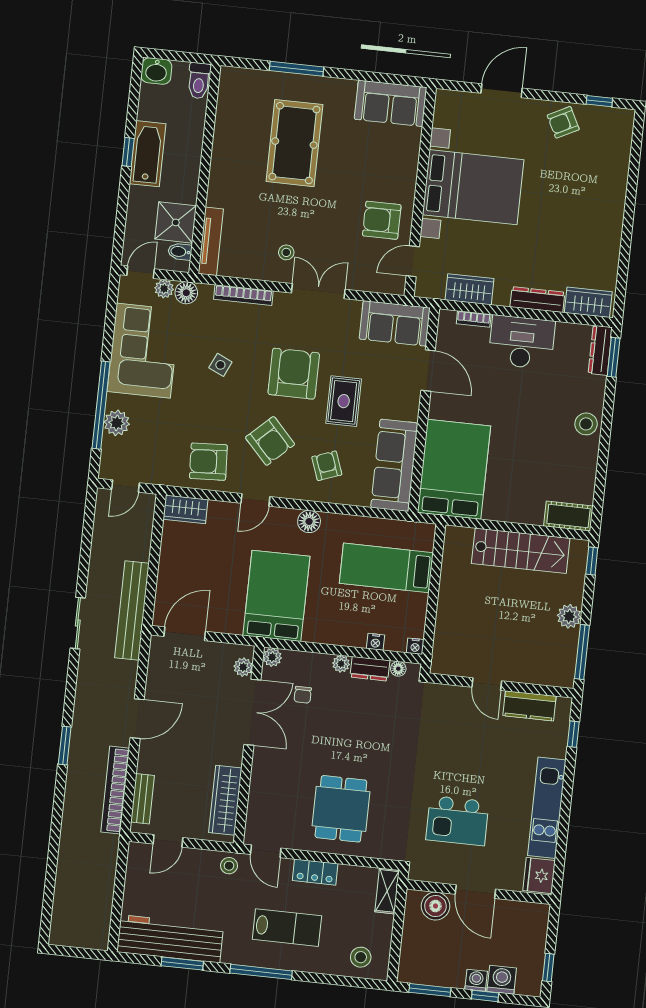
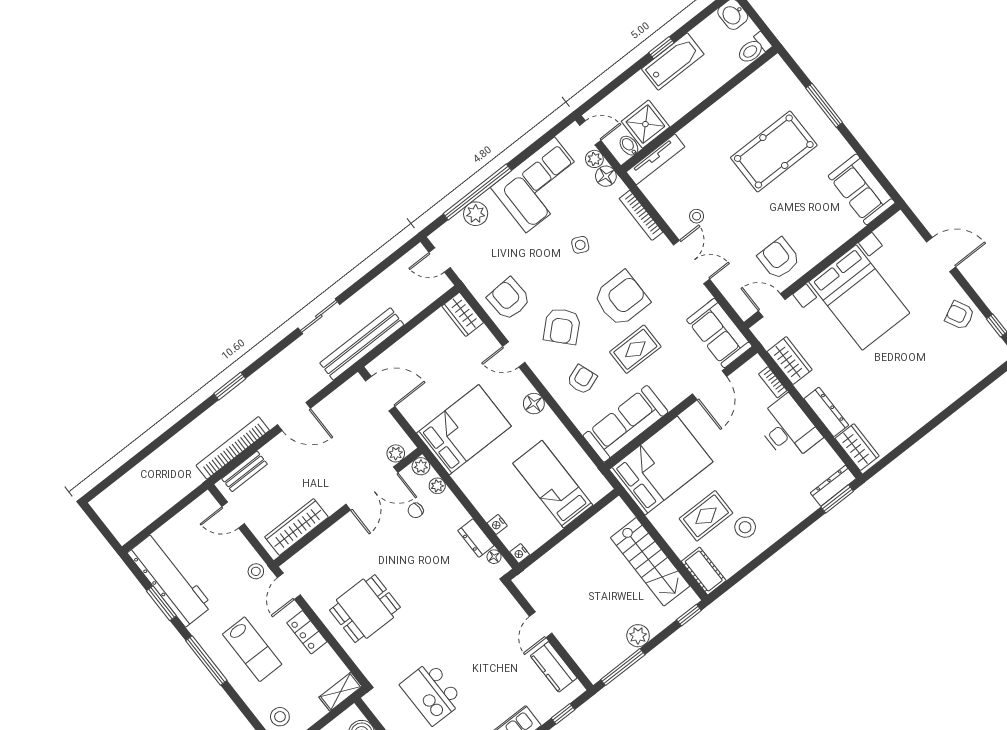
stool: (586, 424) -> (745, 527), moved
rug: (527, 472) -> (706, 516), added
plant: (341, 664) -> (437, 486), moved

